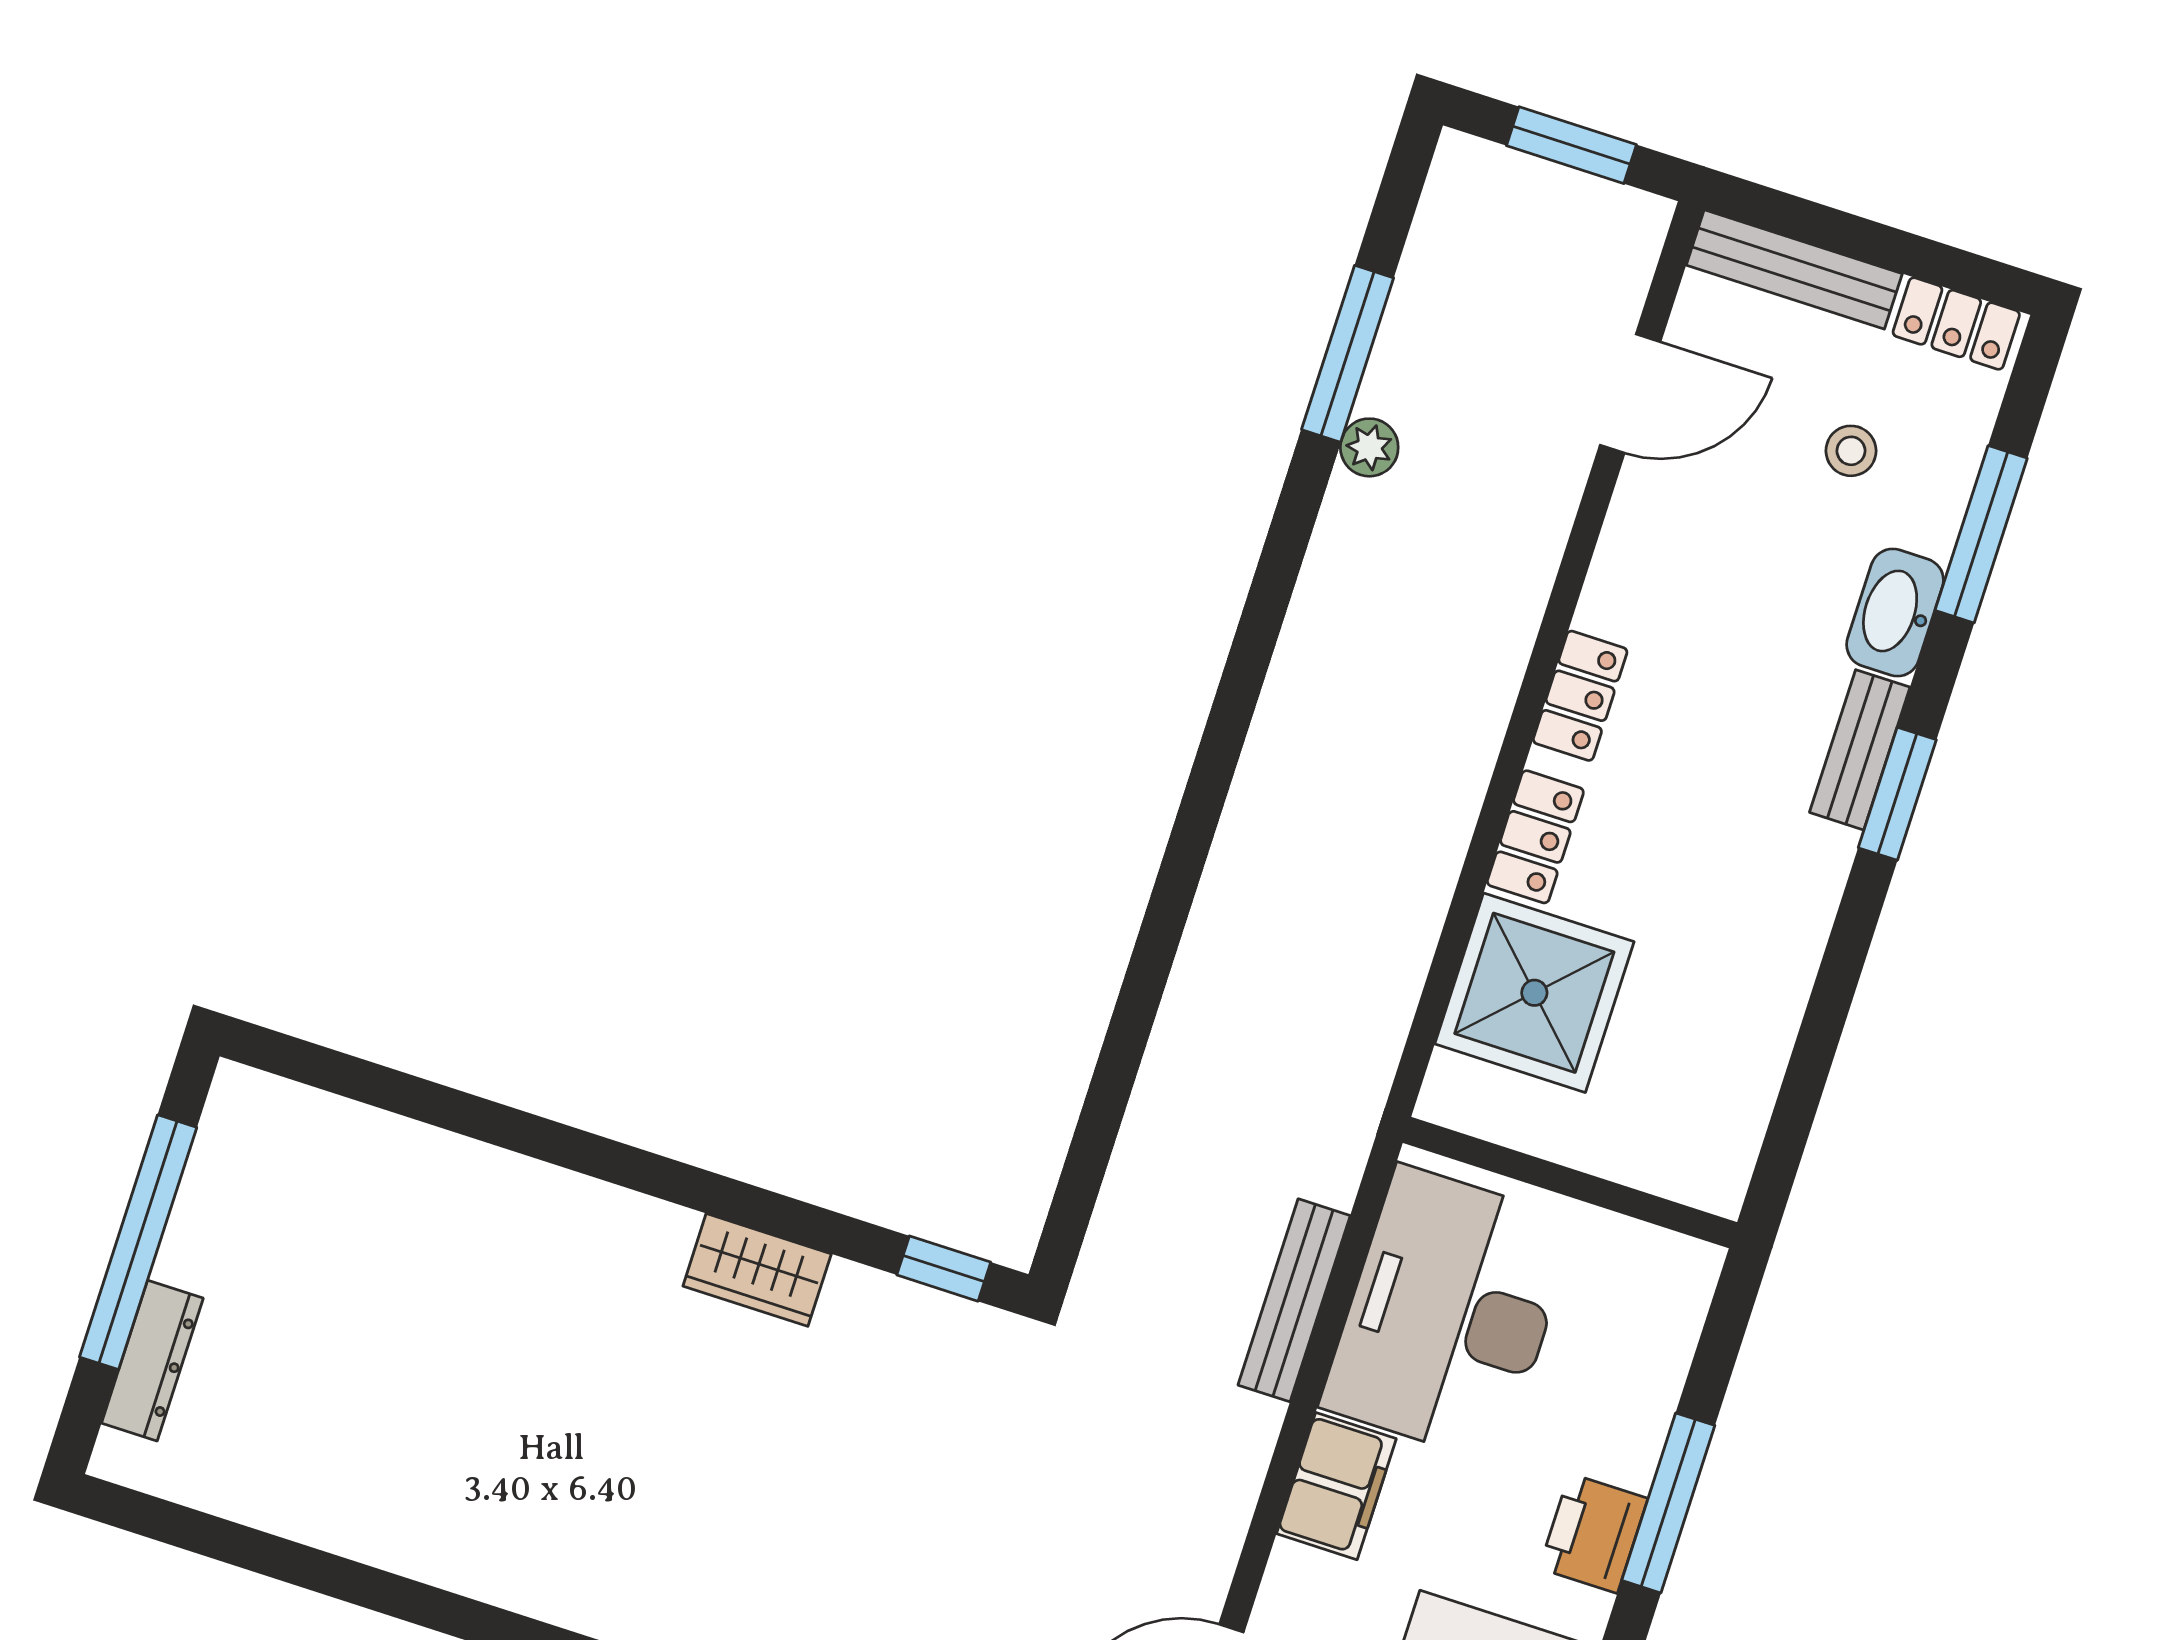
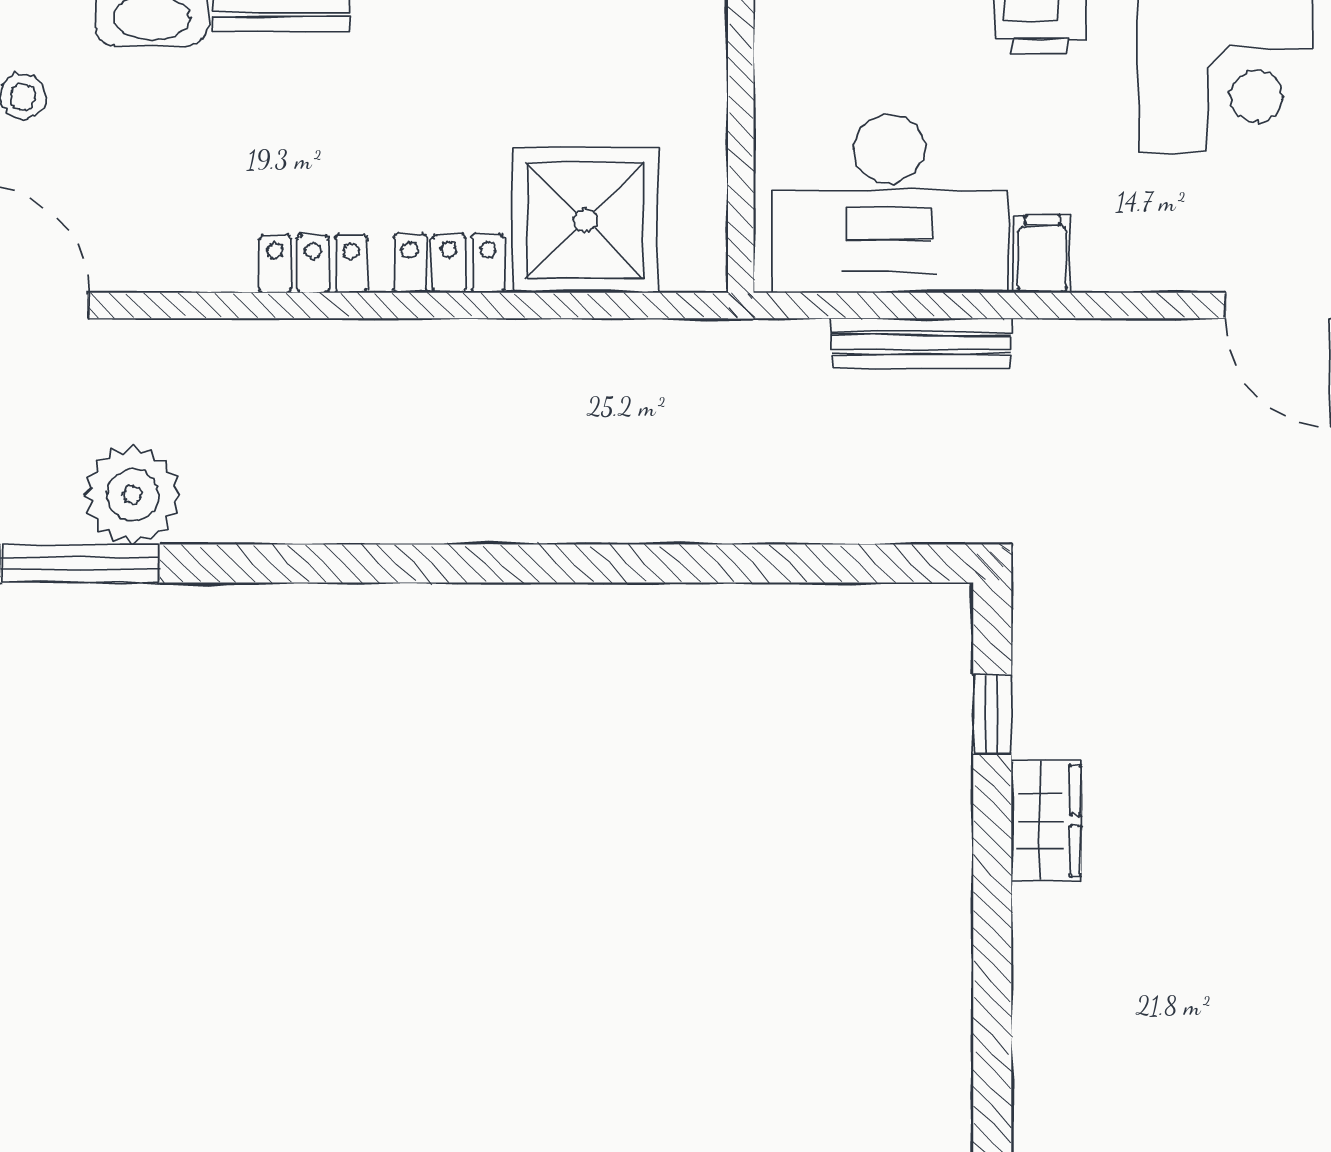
plant: (1369, 447) -> (132, 495), width x1.88, depth x1.88
window: (944, 1269) -> (992, 714), moved
filing cabinet: (1336, 1486) -> (1042, 254), width x0.50

